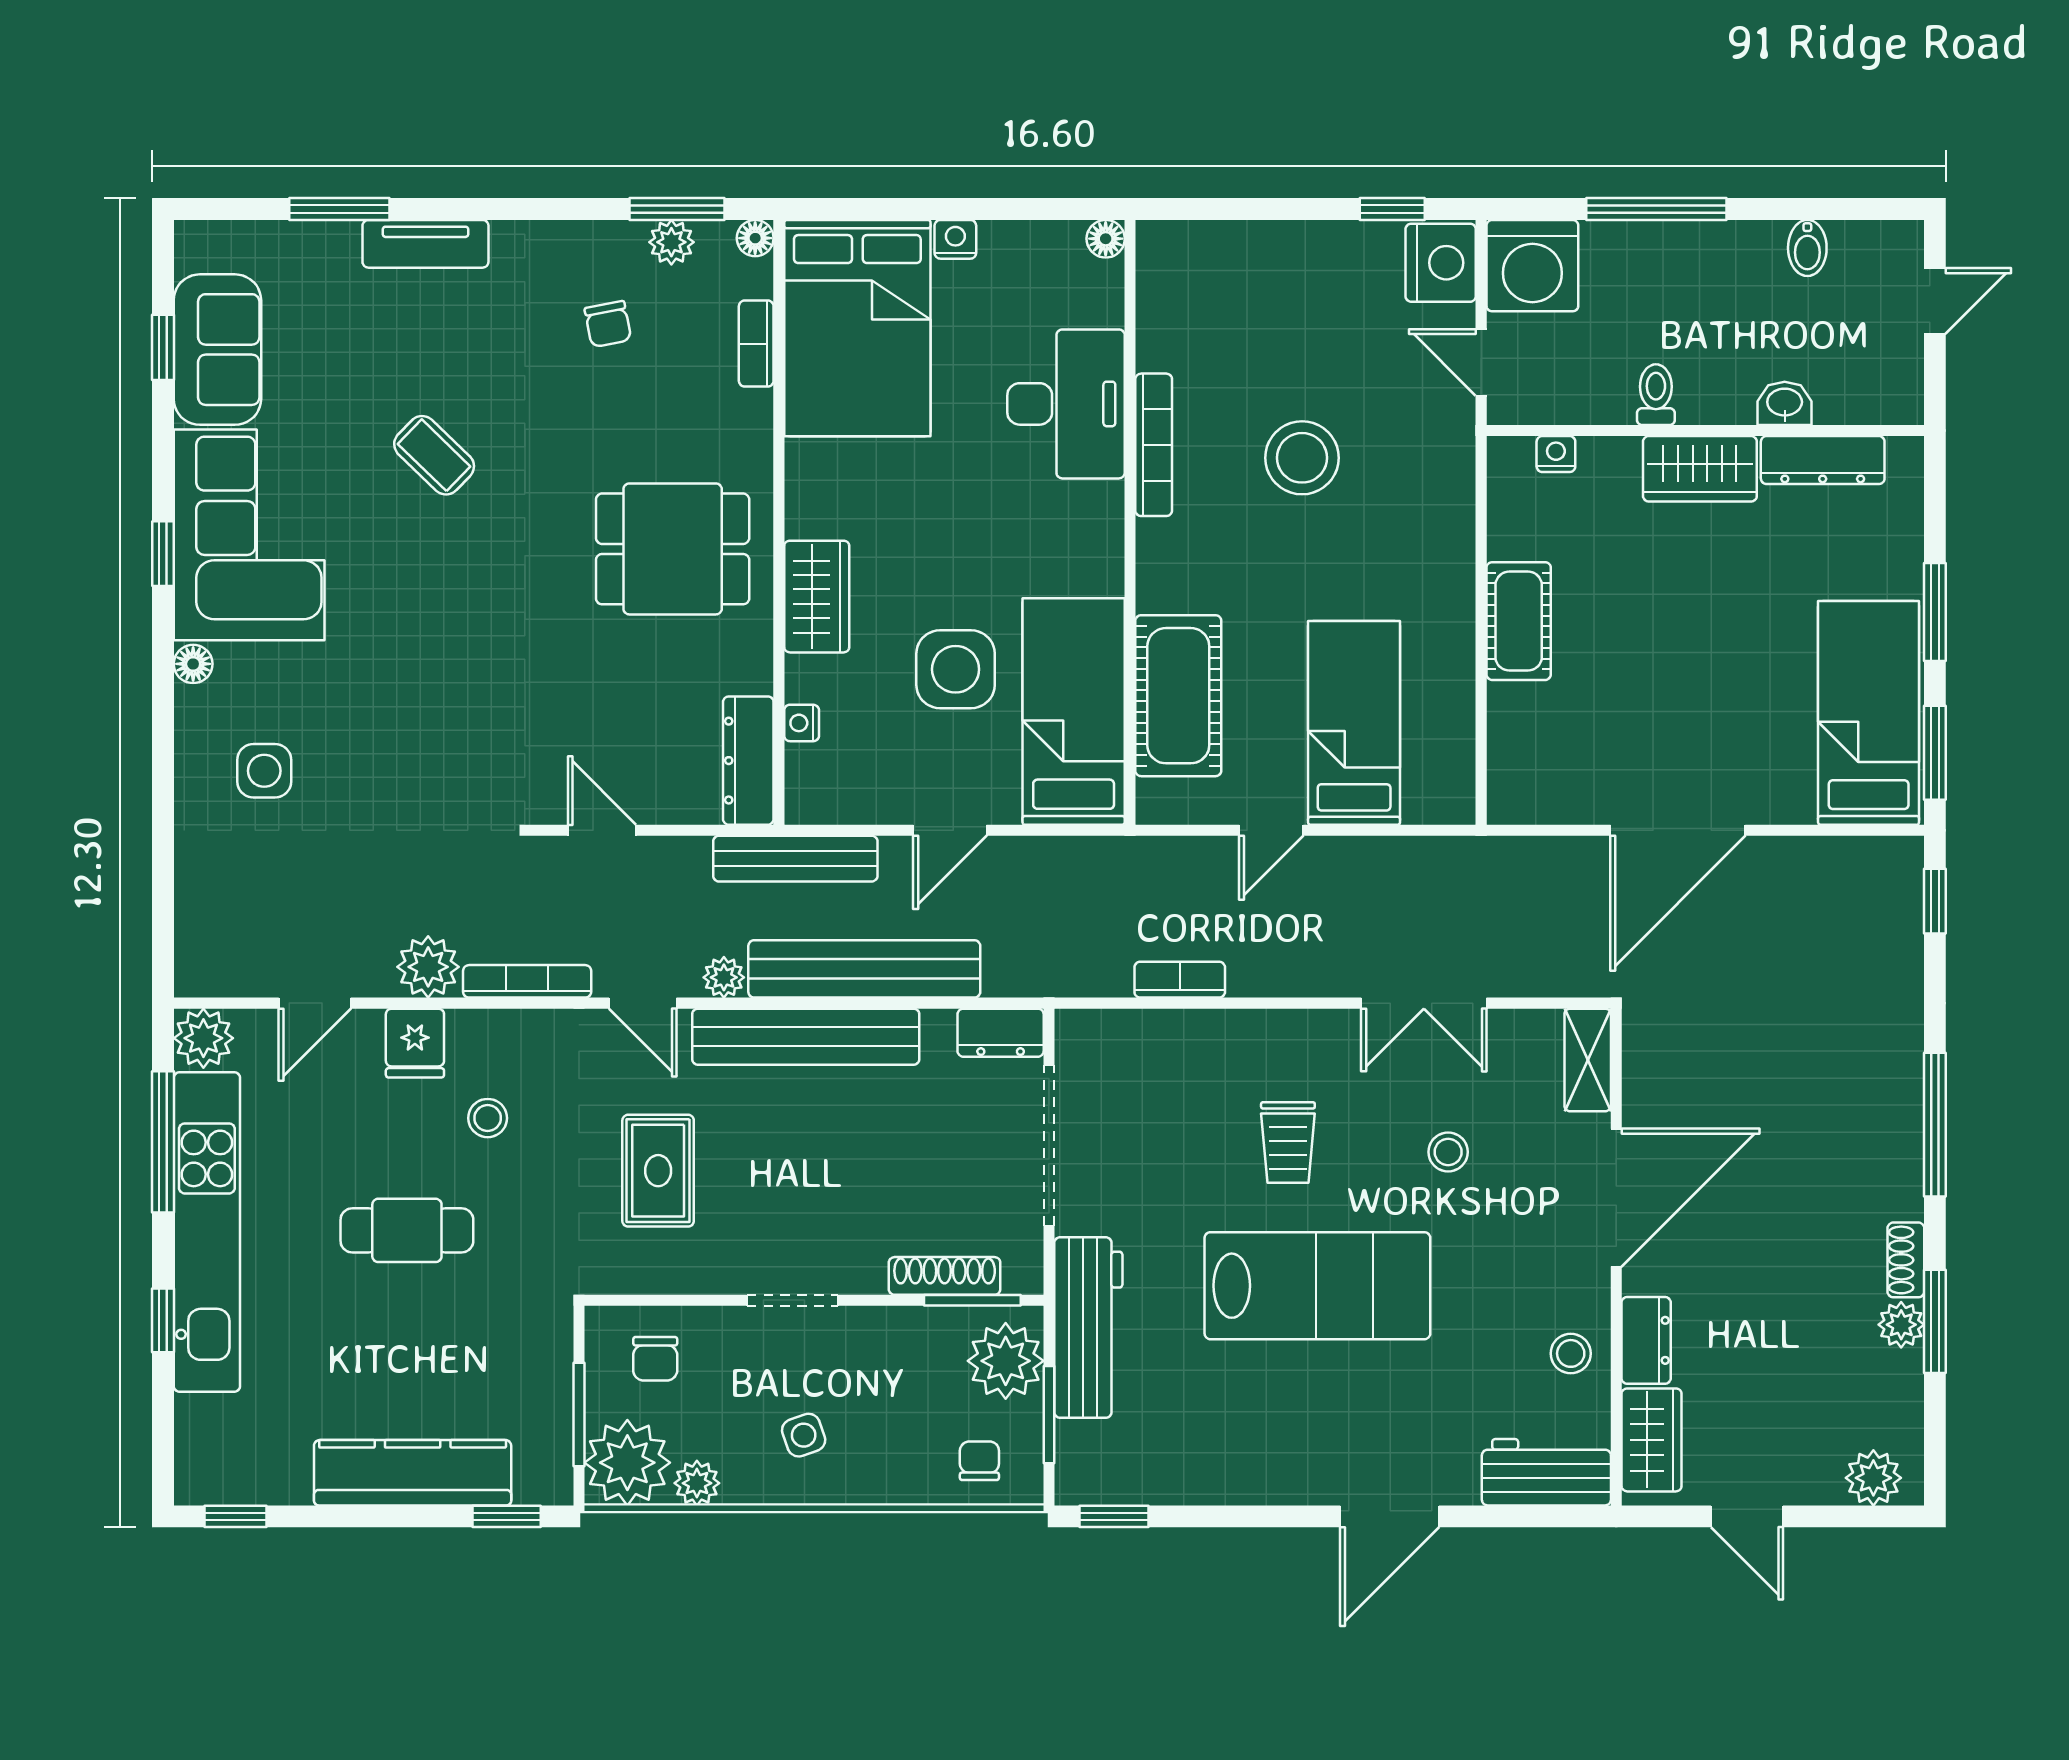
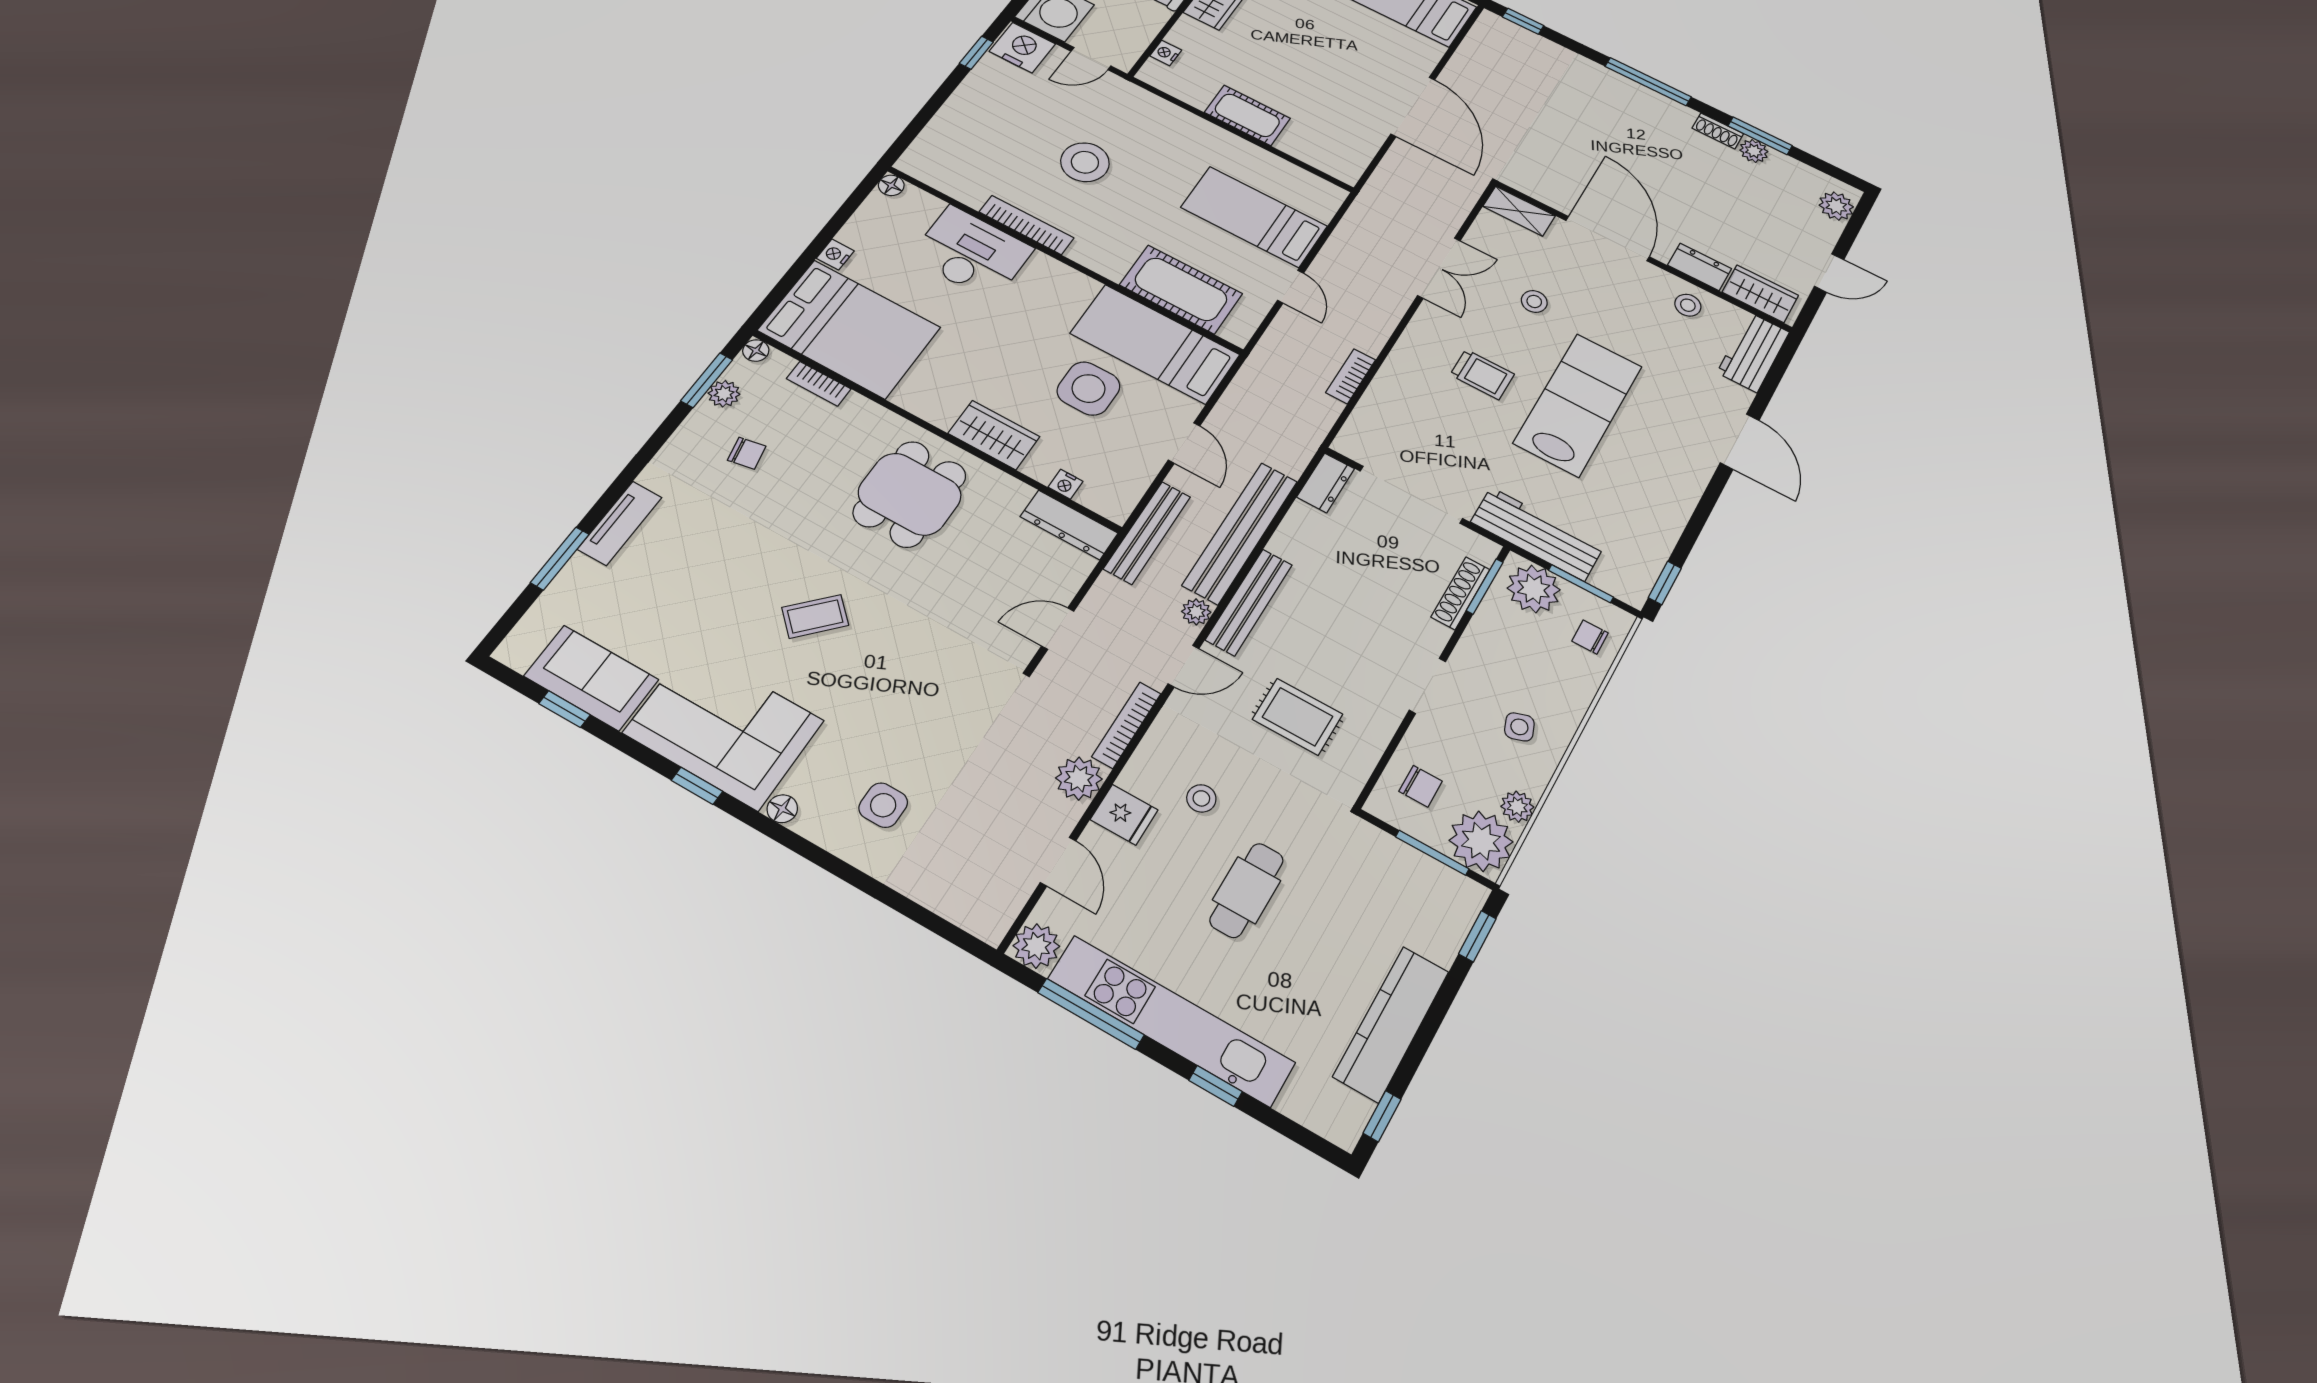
coffee table: (434, 455) -> (815, 616), moved
bench: (806, 1037) -> (1249, 602), width x0.73, depth x0.82
kitchen counter: (413, 1473) -> (1391, 1024), moved

